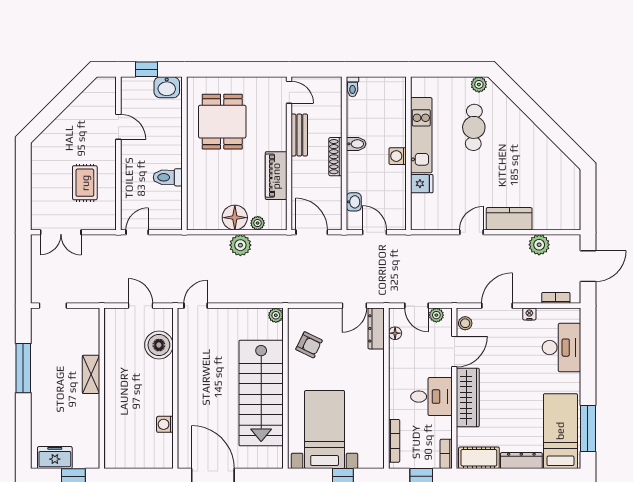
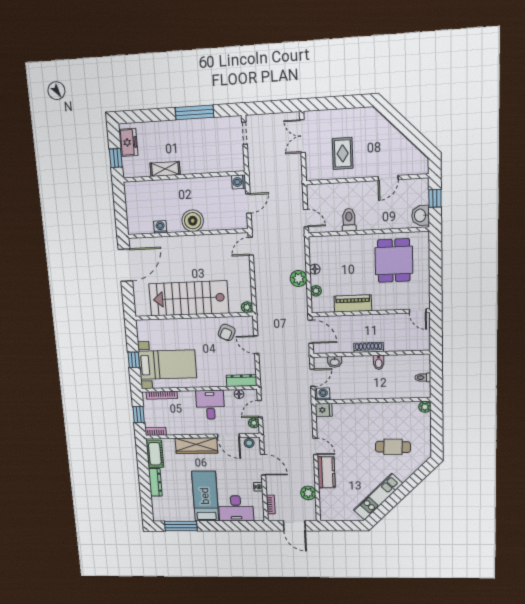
plant: (479, 84) -> (425, 407), moved
toilet: (353, 87) -> (423, 378), moved
door: (289, 92) -> (418, 311), hinge flipped
dining table: (222, 122) -> (394, 260), turned 90
bench: (299, 135) -> (385, 320), removed
kitchen unit: (421, 135) -> (378, 497), moved, turned 135
washing machine: (398, 156) -> (323, 394), moved
rug: (85, 183) -> (343, 153), turned 90
fridge: (422, 184) -> (324, 410), moved, turned -90
floor lamp: (235, 218) -> (315, 269), width x0.53, depth x0.53
door: (137, 232) -> (306, 218), moved
door: (312, 232) -> (311, 332), hinge flipped
door: (196, 306) -> (251, 246), swing flipped
door: (354, 306) -> (256, 345), moved
washing machine: (113, 317) -> (239, 182), added
boiler: (159, 345) -> (193, 221), moved
shelving: (91, 374) -> (165, 169), moved
desk: (431, 397) -> (210, 405), moved, turned 180
bed with nightstands: (325, 430) -> (167, 365), moved
bed: (560, 431) -> (205, 496), moved, turned -90

